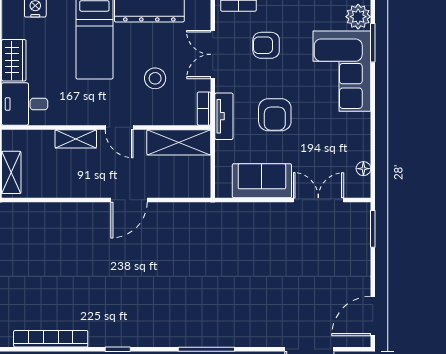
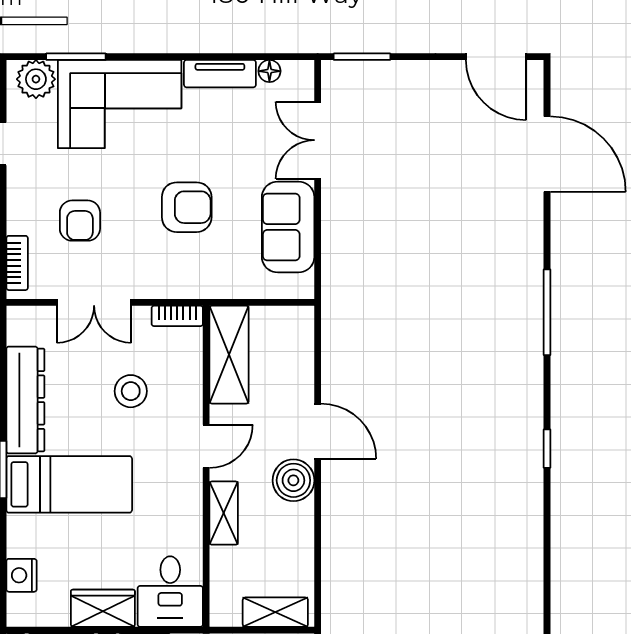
tv unit: (224, 116) -> (220, 74), moved, turned 180
boiler: (97, 184) -> (293, 480), added
bookcase: (51, 339) -> (531, 552), removed

